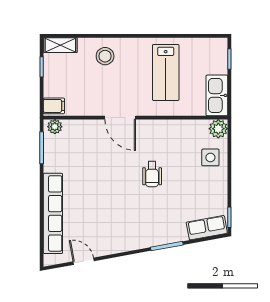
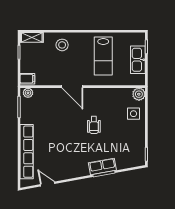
kitchen sink: (217, 95) -> (138, 60), moved
row of seats: (207, 228) -> (102, 167), moved

